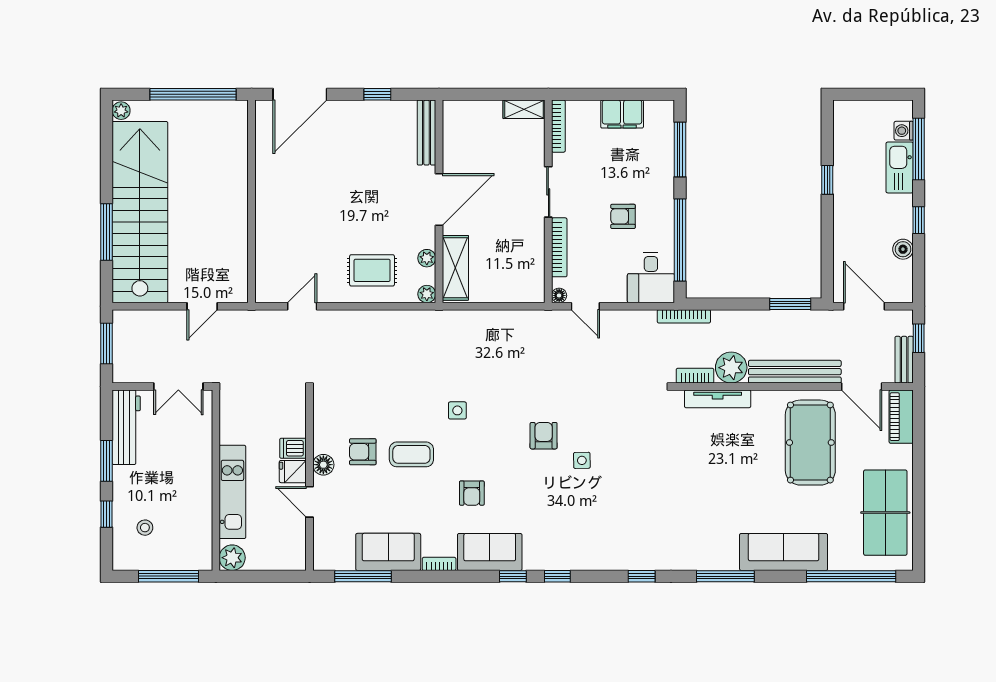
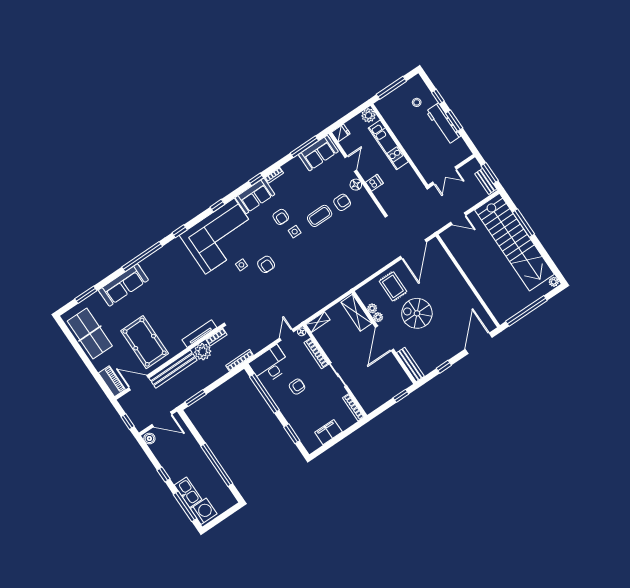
window: (473, 94) -> (401, 396), added
shelving: (524, 109) -> (318, 322), moved
washing machine: (904, 131) -> (204, 511), width x1.89, depth x1.89
window: (680, 150) -> (292, 434), width x0.69
window: (827, 180) -> (217, 465), width x3.17
spiral stairs: (363, 204) -> (417, 313), added
boiler: (903, 249) -> (149, 439), moved
rug: (372, 270) -> (393, 286), turned 90
desk: (651, 278) -> (270, 365), width x1.37
plant: (427, 294) -> (378, 317), moved
door: (202, 306) -> (458, 219), swing flipped
door: (302, 306) -> (413, 249), width x1.87
door: (585, 306) -> (287, 335), hinge flipped
bench: (904, 360) -> (486, 181), moved
double door: (178, 387) -> (444, 176), swing flipped
side table: (457, 410) -> (295, 232), moved
workbench: (126, 427) -> (443, 124), moved
fridge: (293, 472) -> (341, 133), moved
armchair: (472, 493) -> (281, 217), turned 180
door: (310, 502) -> (351, 164), hinge flipped
corner sofa: (585, 527) -> (220, 236), added
sofa: (388, 552) -> (318, 153), moved
window: (513, 576) -> (256, 179), moved
window: (725, 576) -> (142, 257), width x1.46
window: (851, 576) -> (86, 295), width x0.47

